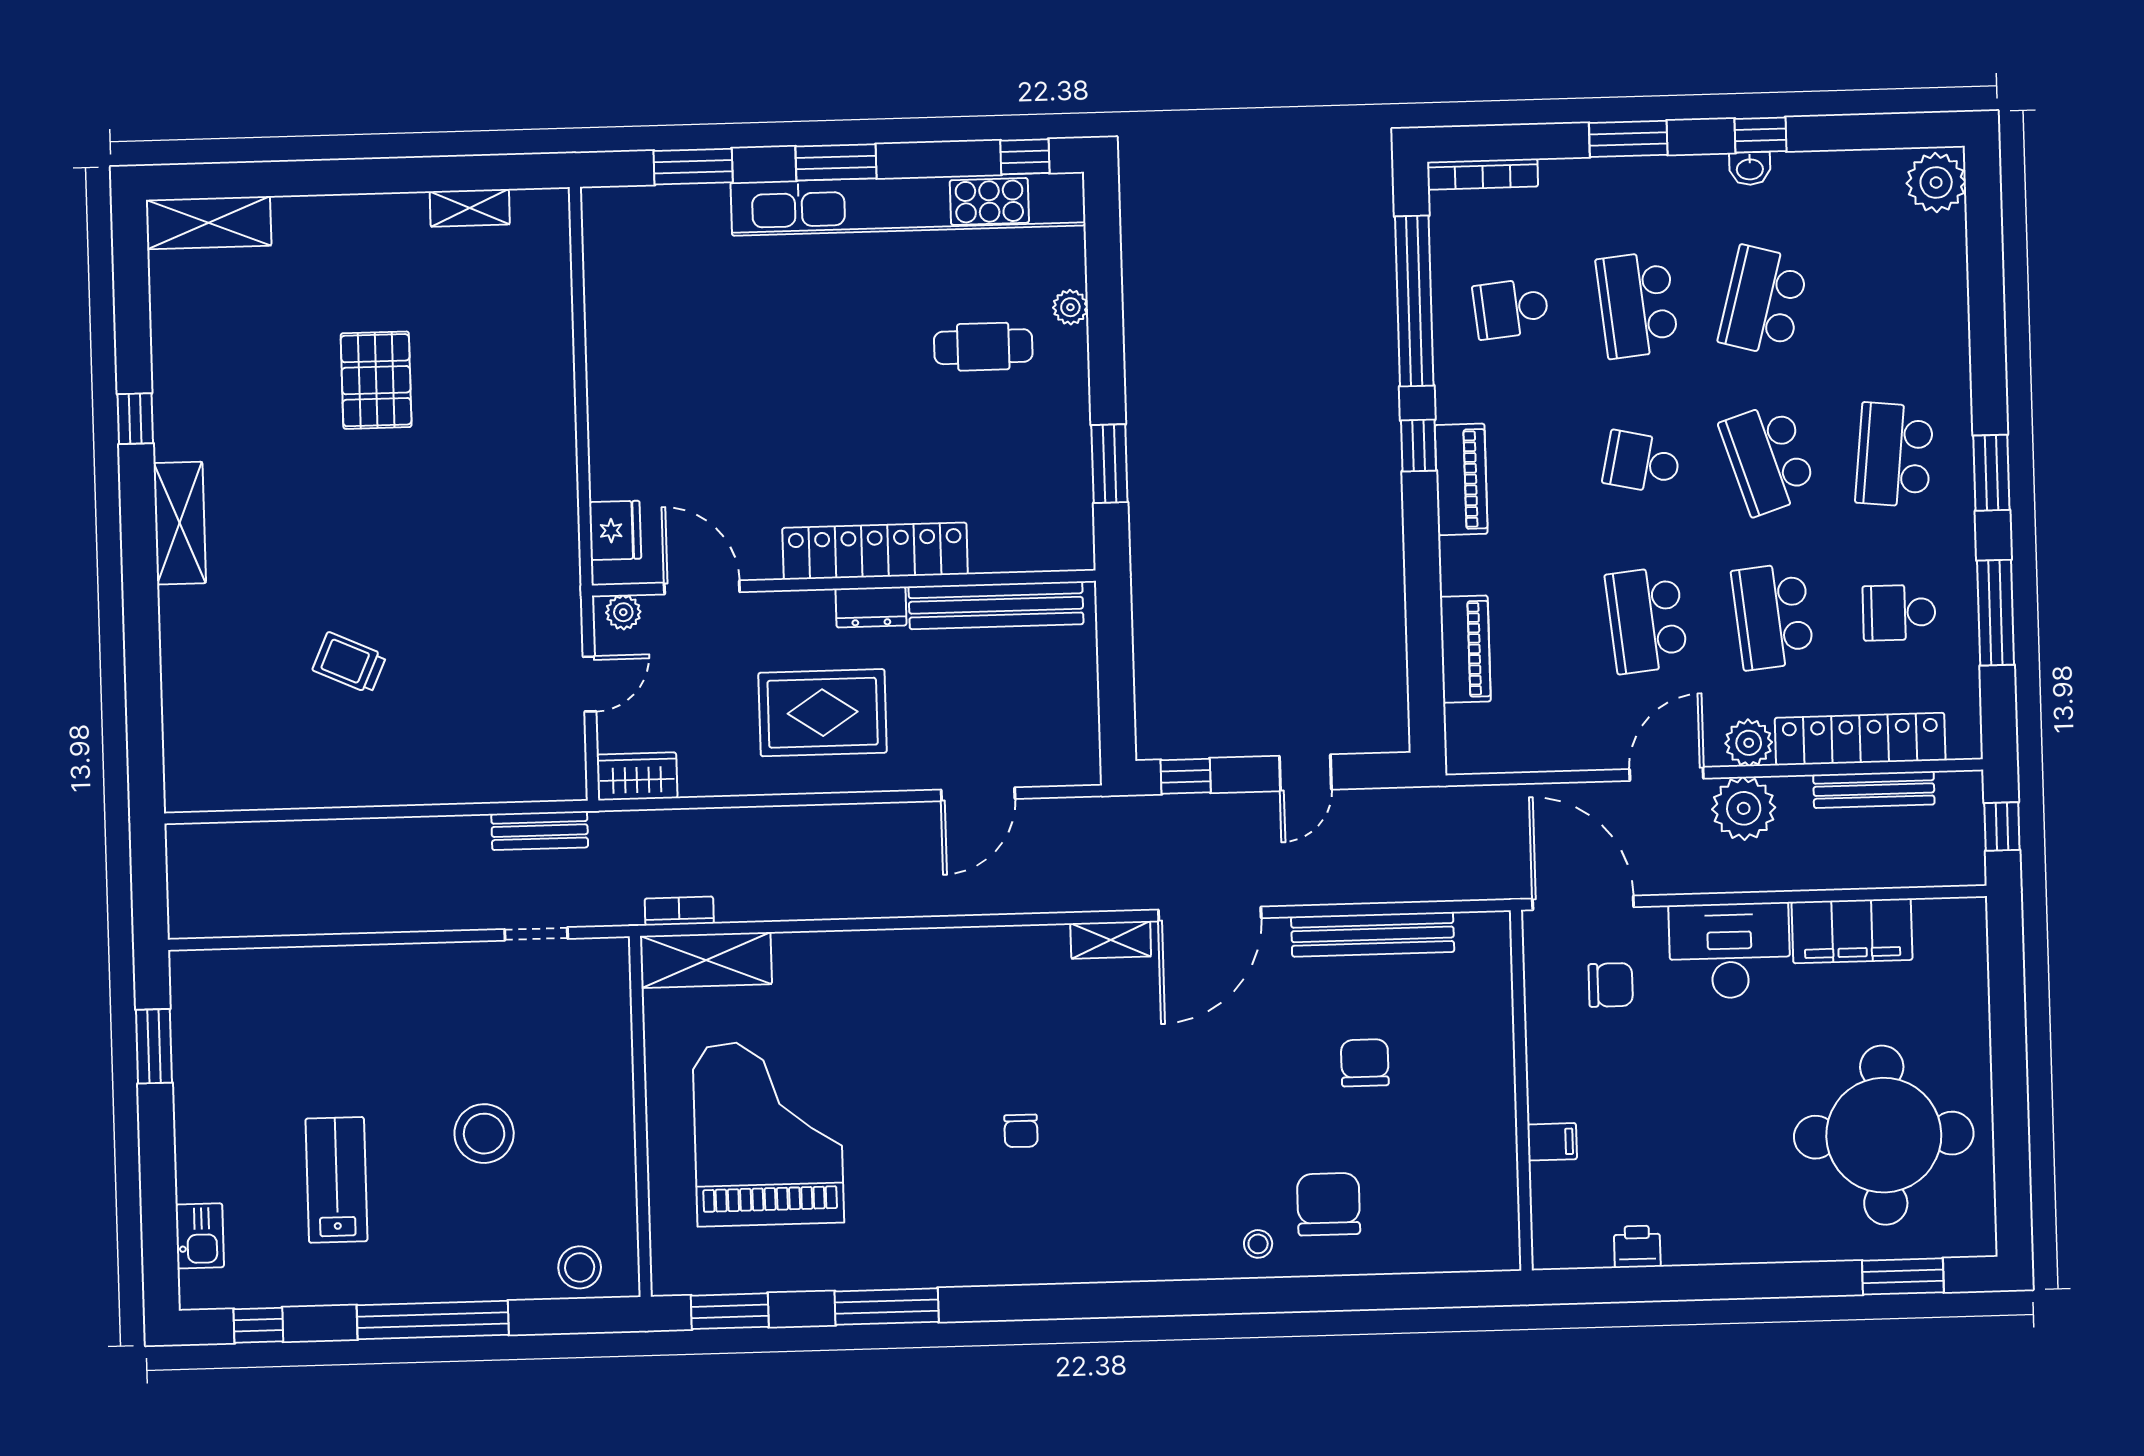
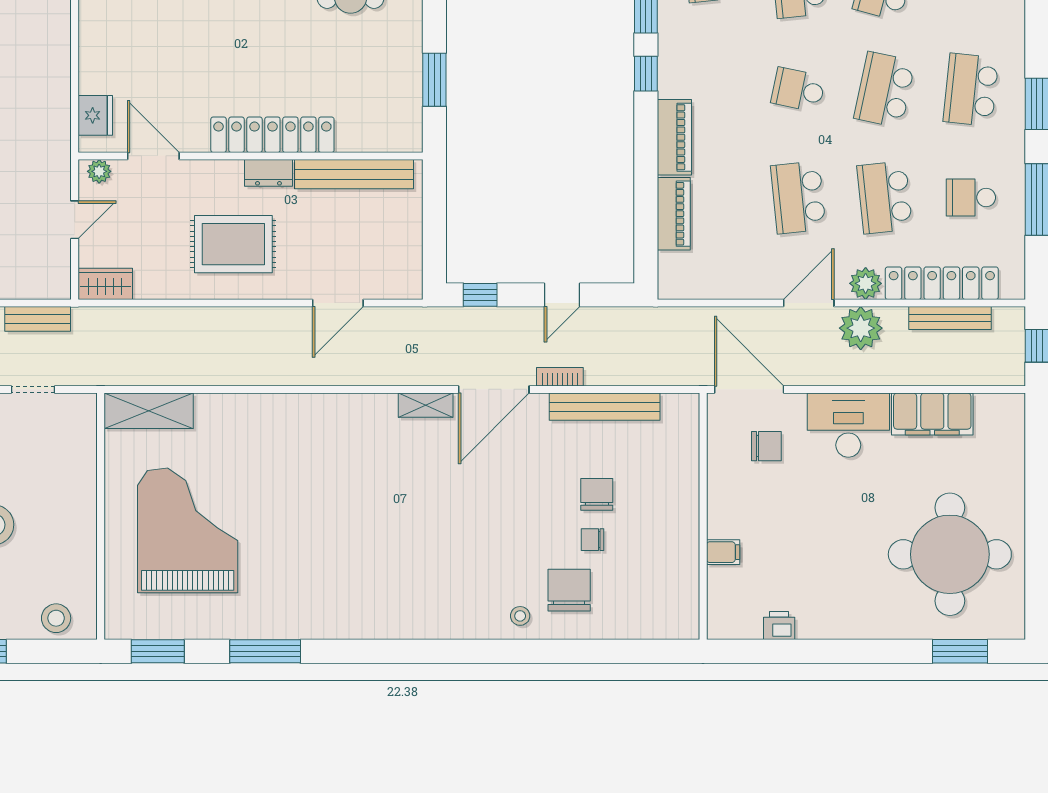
school desk: (1768, 459) -> (885, 90), turned 30
piano: (1461, 479) -> (674, 137), moved
bookcase: (679, 911) -> (560, 377), moved
chair: (1021, 1131) -> (593, 540), moved, turned 90

